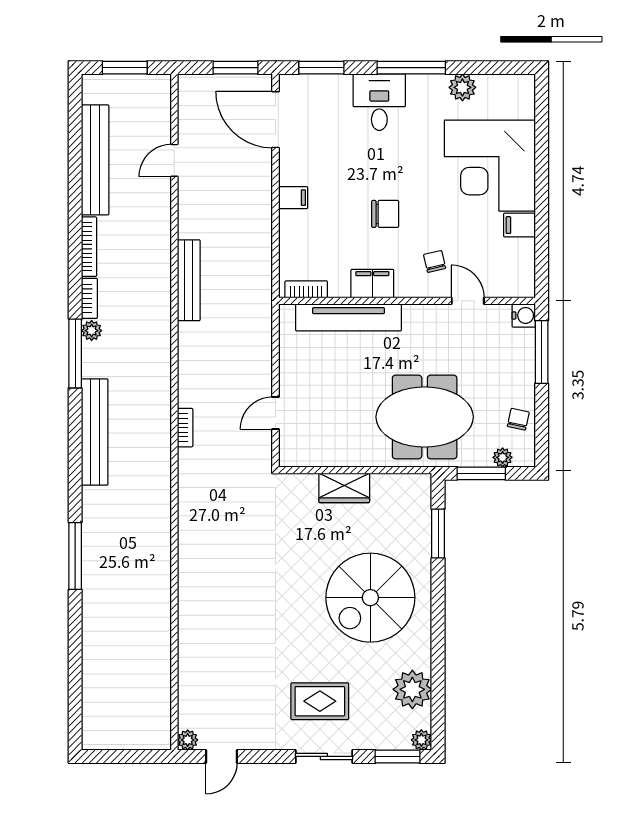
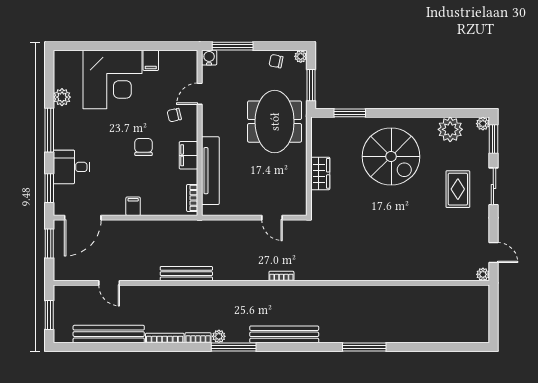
desk: (379, 102) -> (71, 167), moved
plant: (503, 457) -> (301, 56), moved

